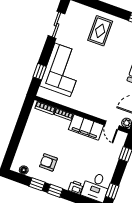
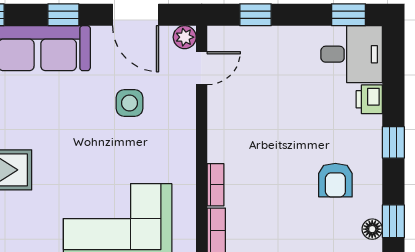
side table: (108, 92) -> (129, 103), added
filing cabinet: (86, 127) -> (227, 124), removed
window: (37, 184) -> (393, 221), moved

